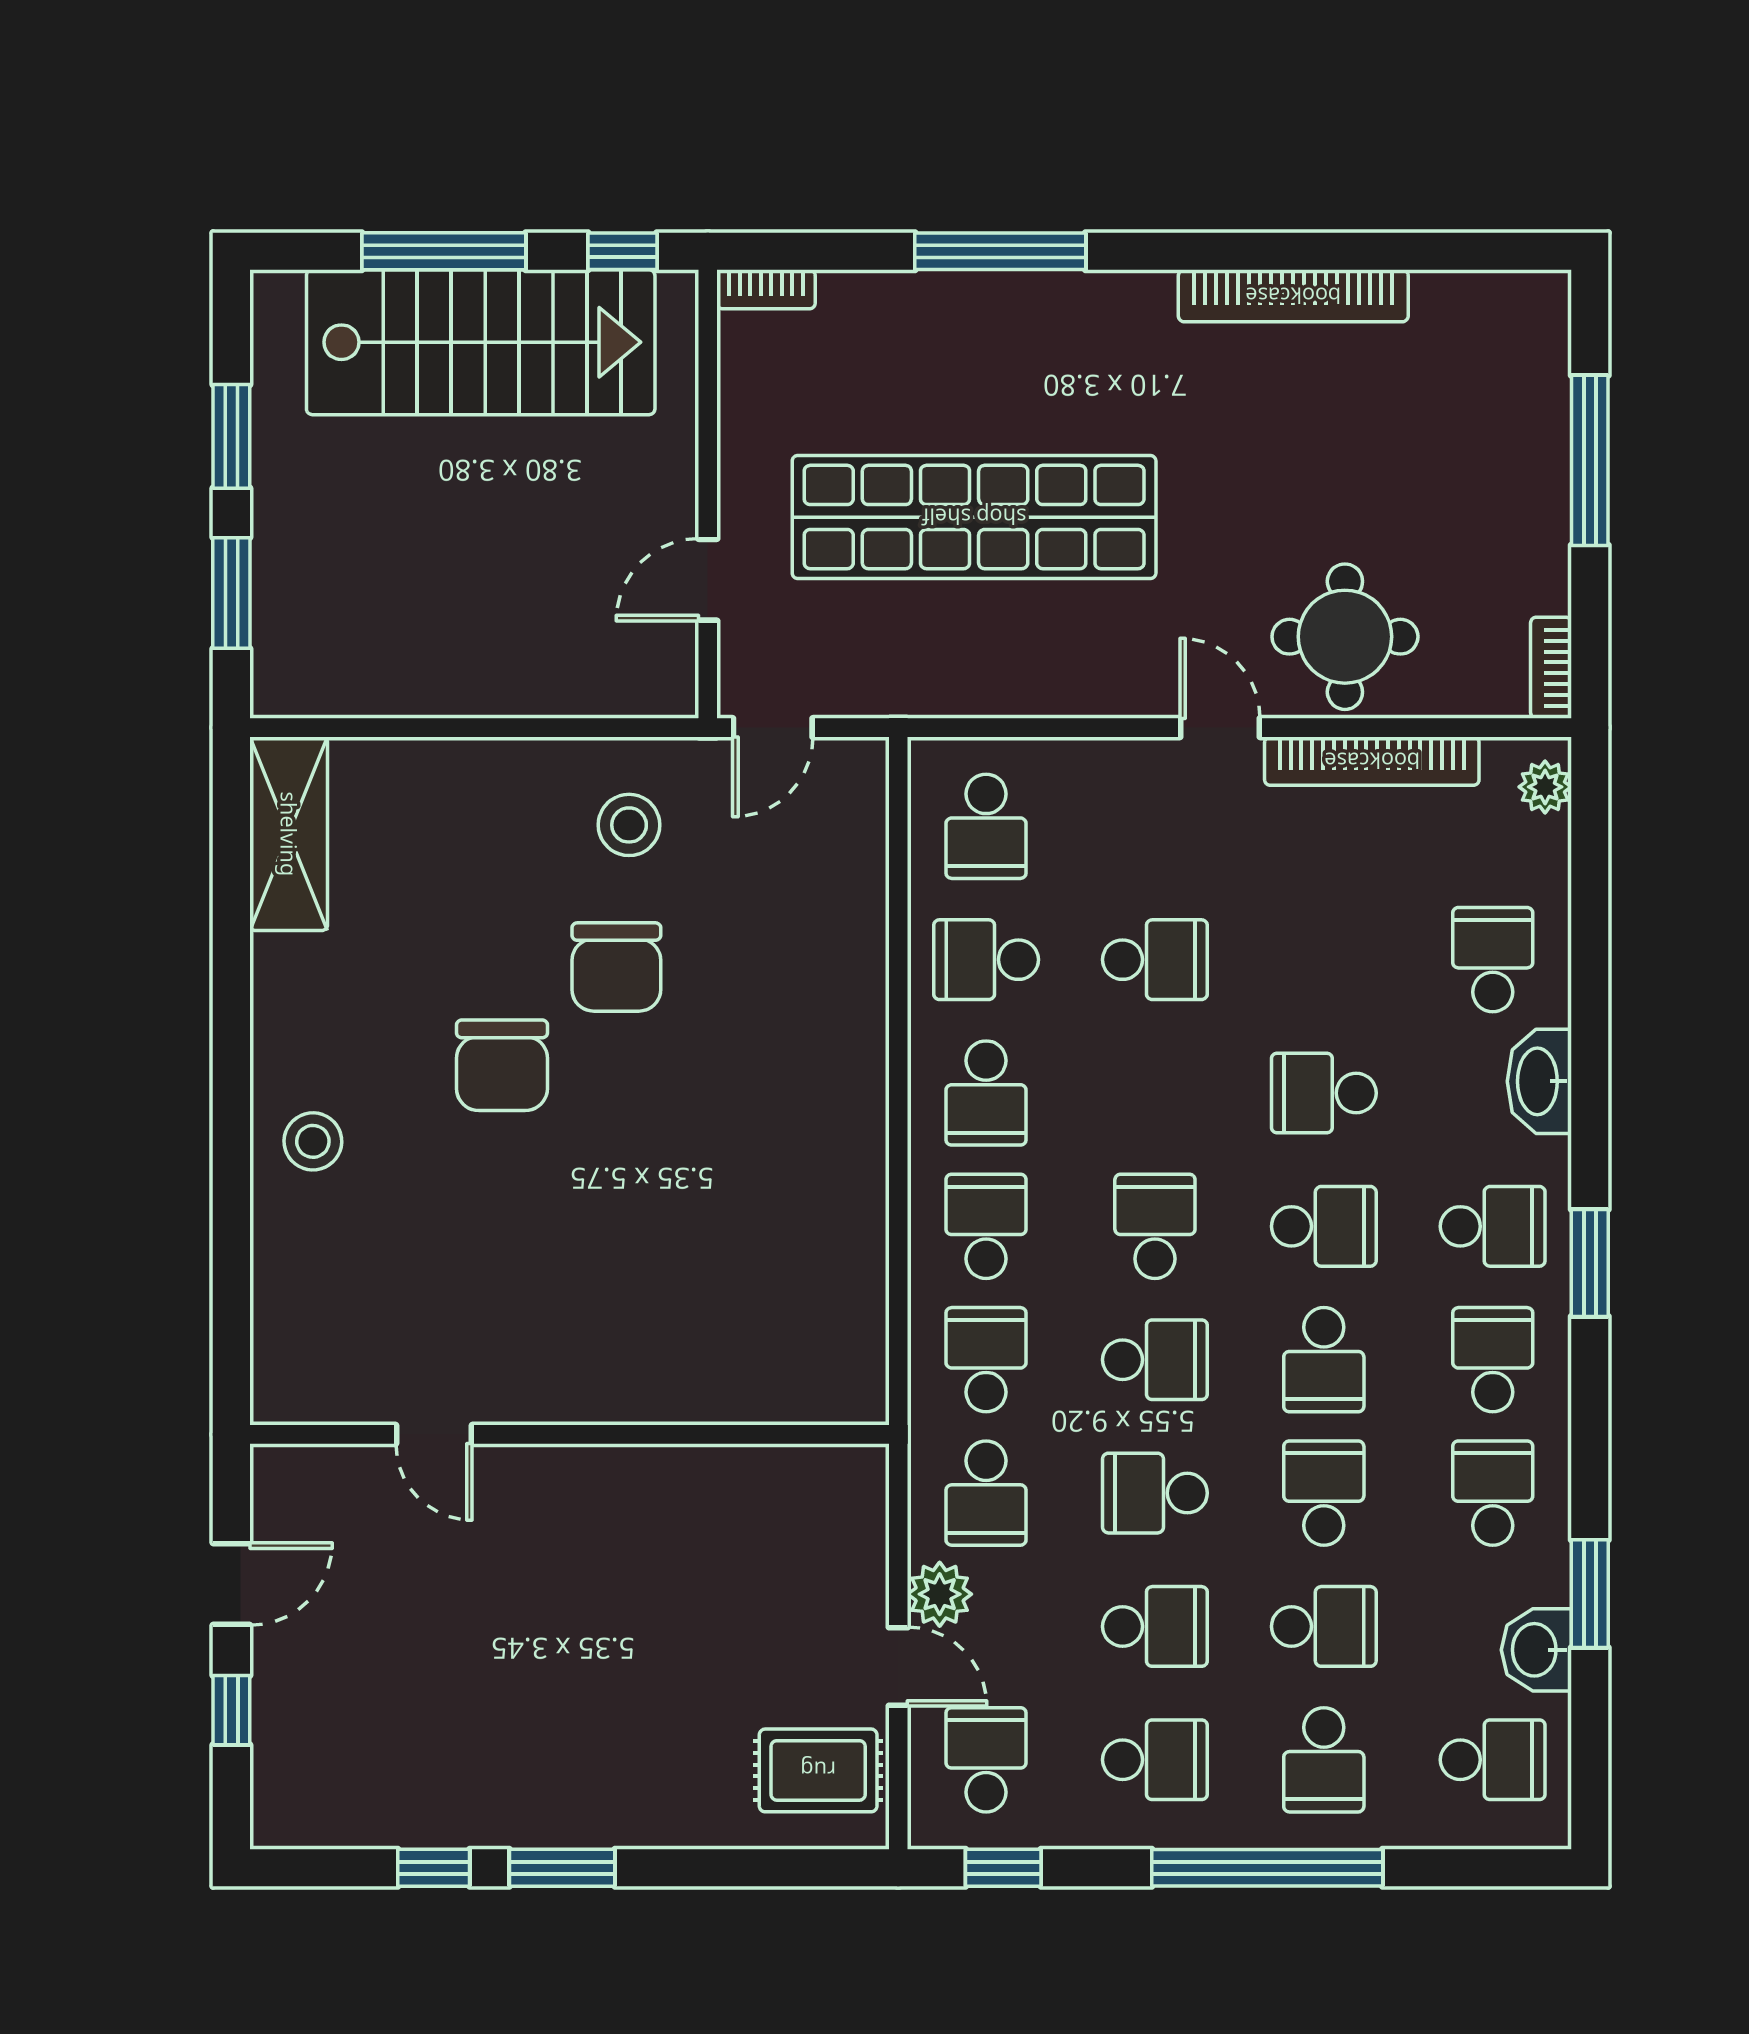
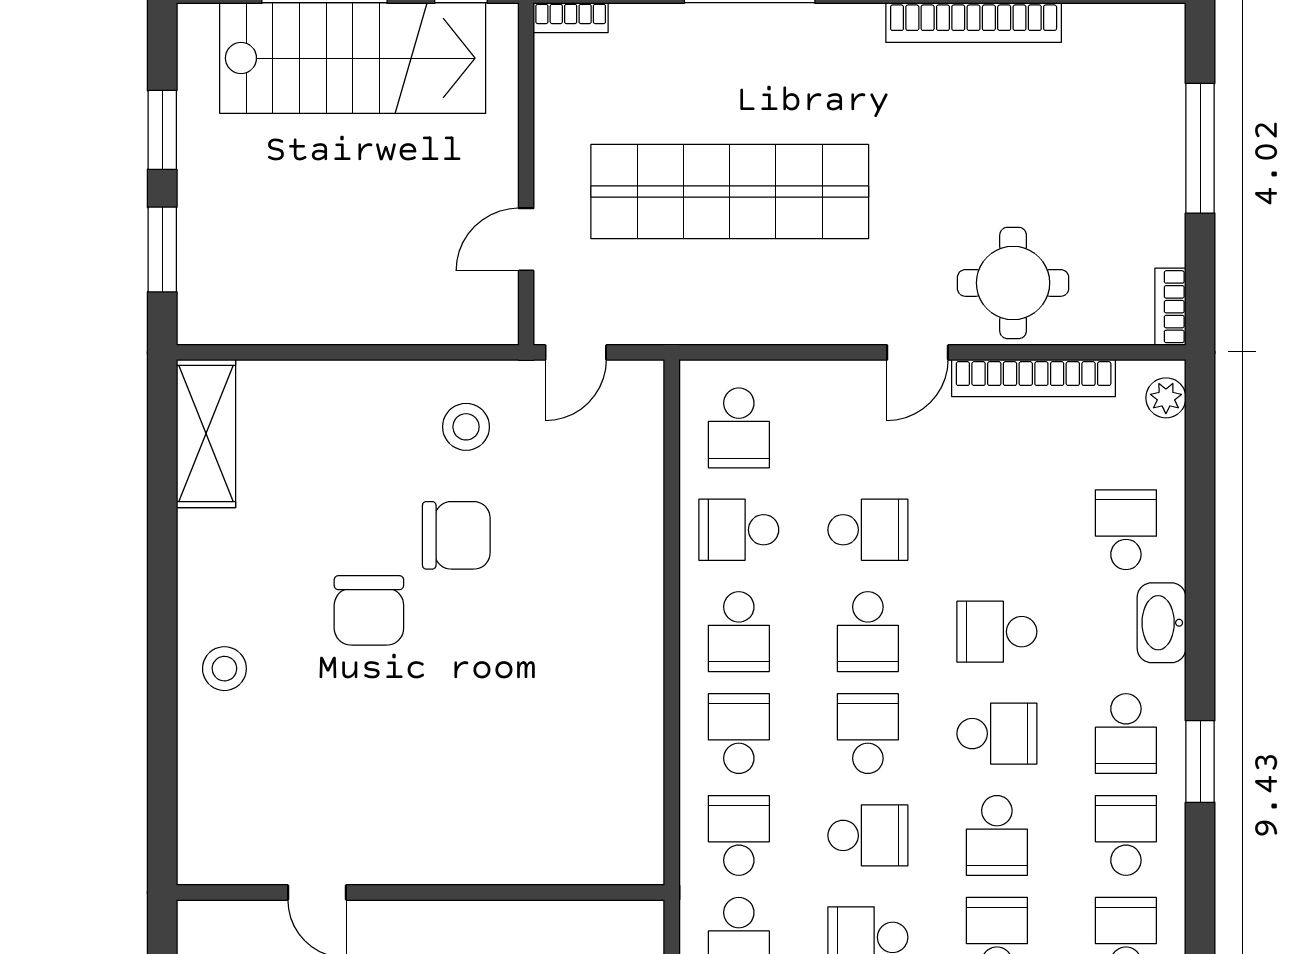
door: (1220, 728) -> (918, 352), swing flipped
chair: (616, 967) -> (456, 535), turned -90
school desk: (1155, 1093) -> (868, 632), added
school desk: (1493, 1226) -> (1126, 734), turned 90

